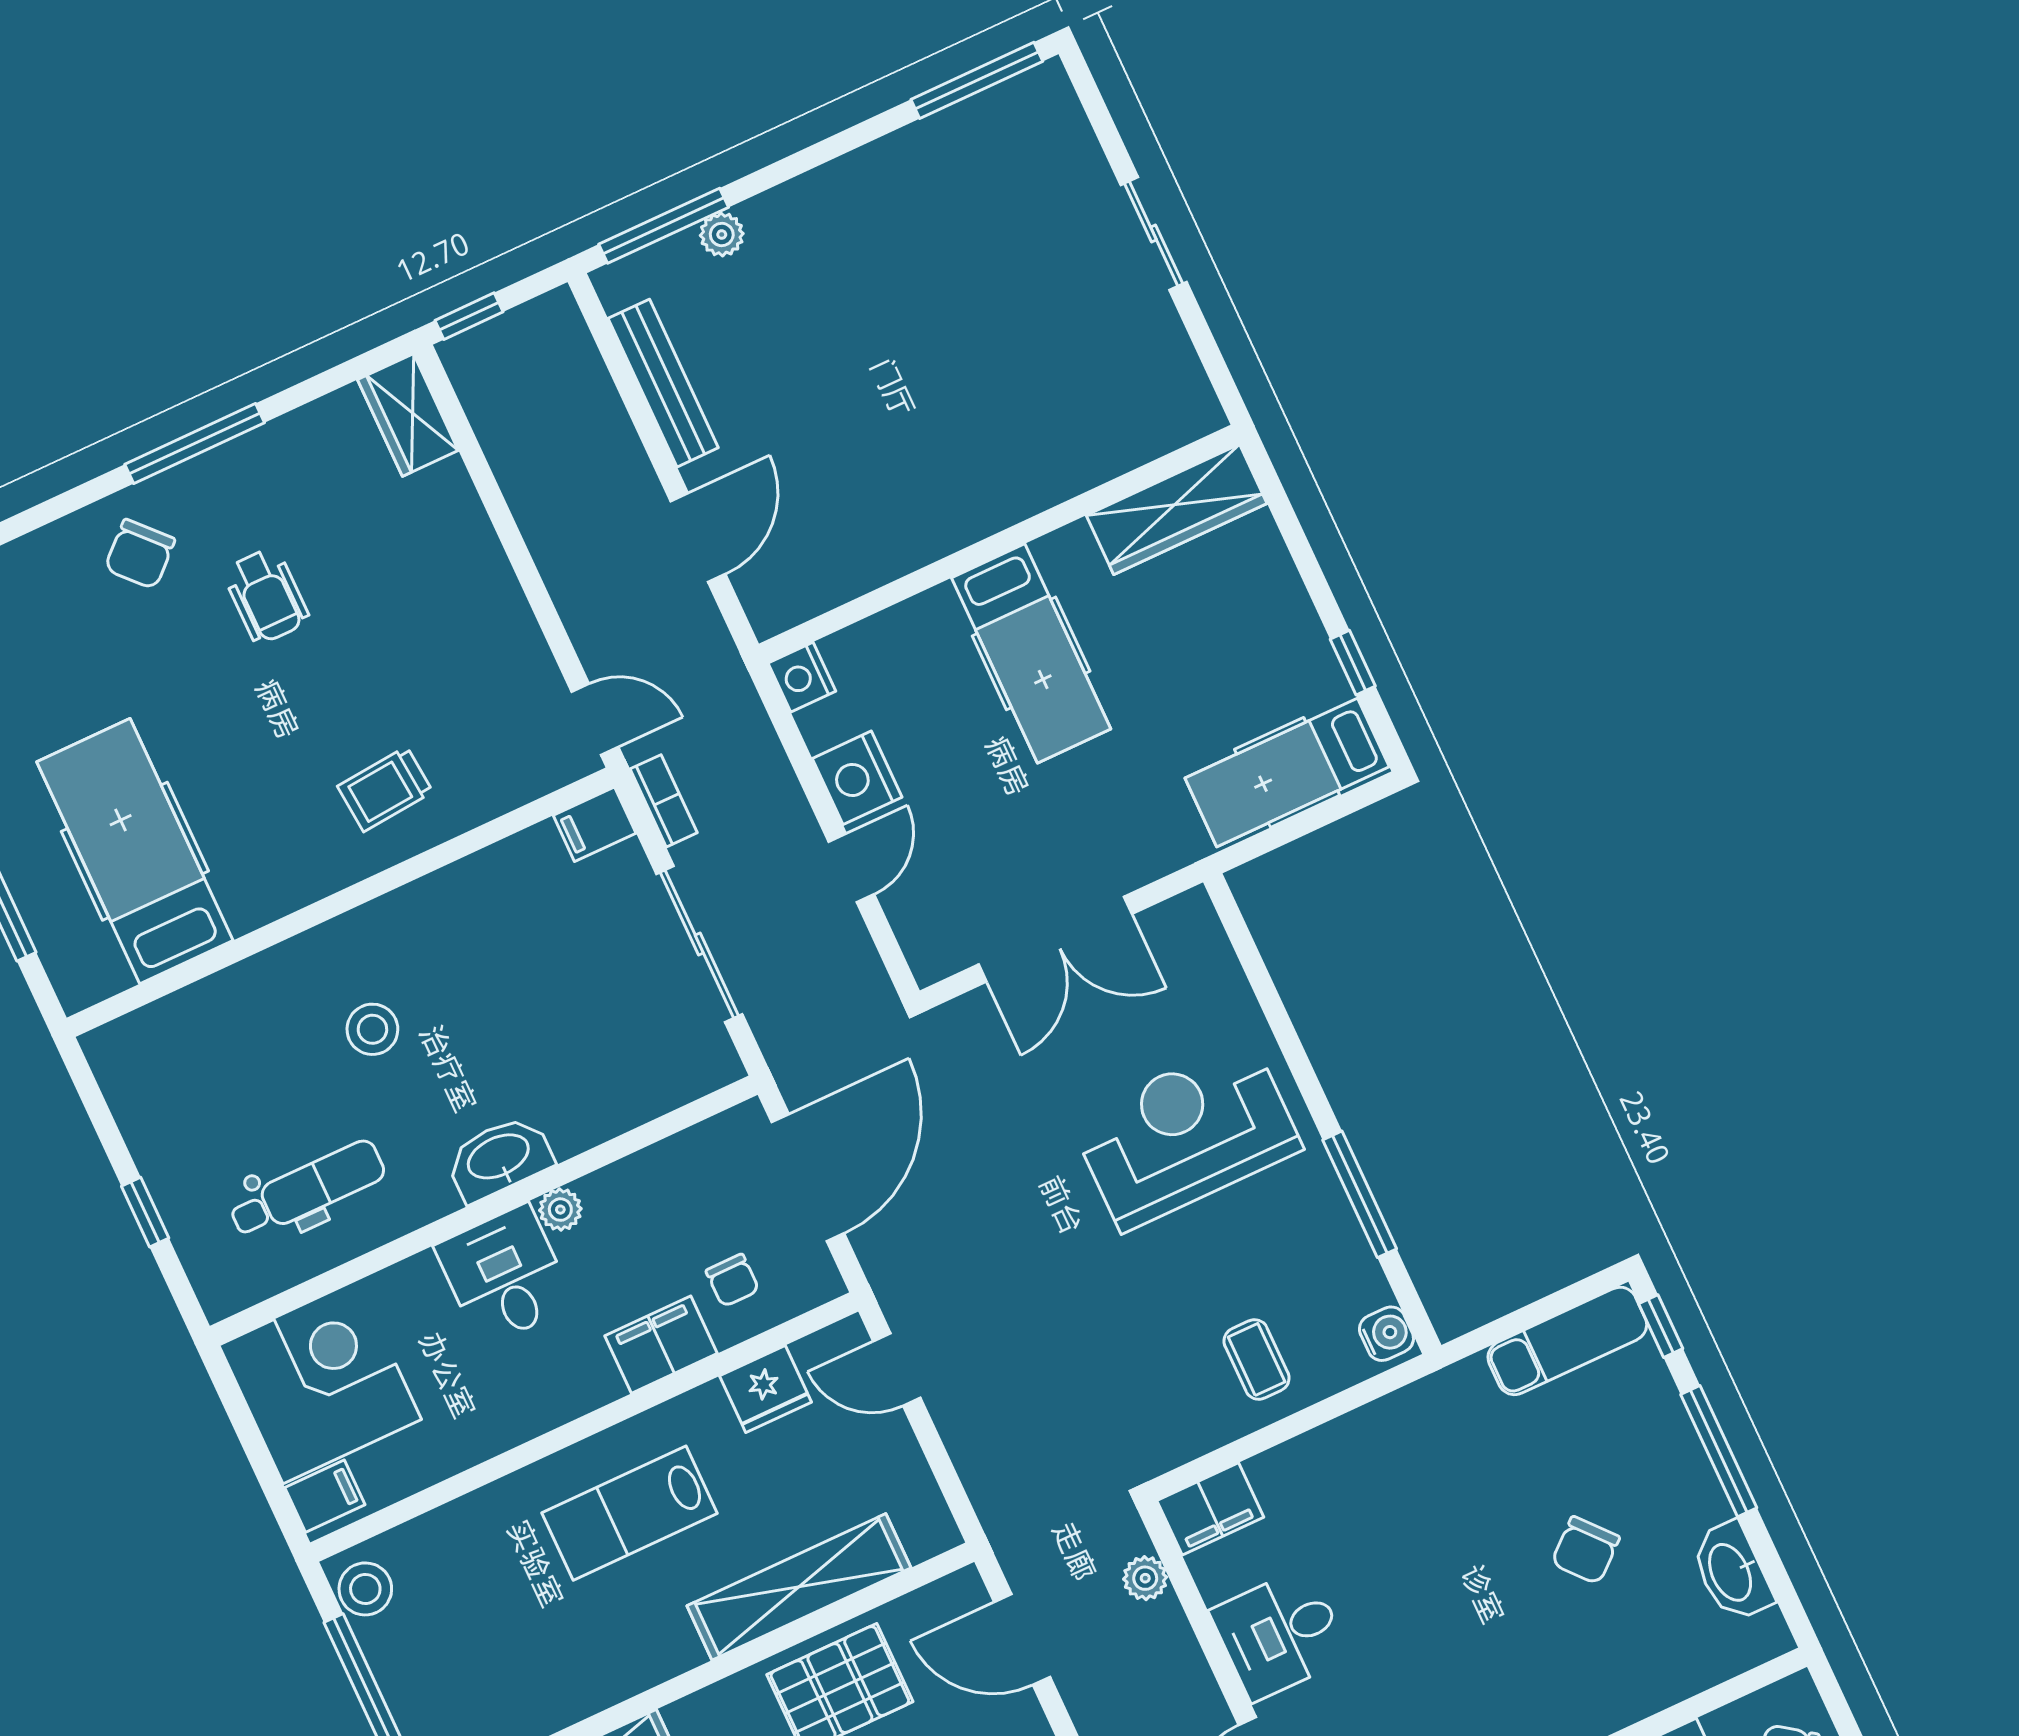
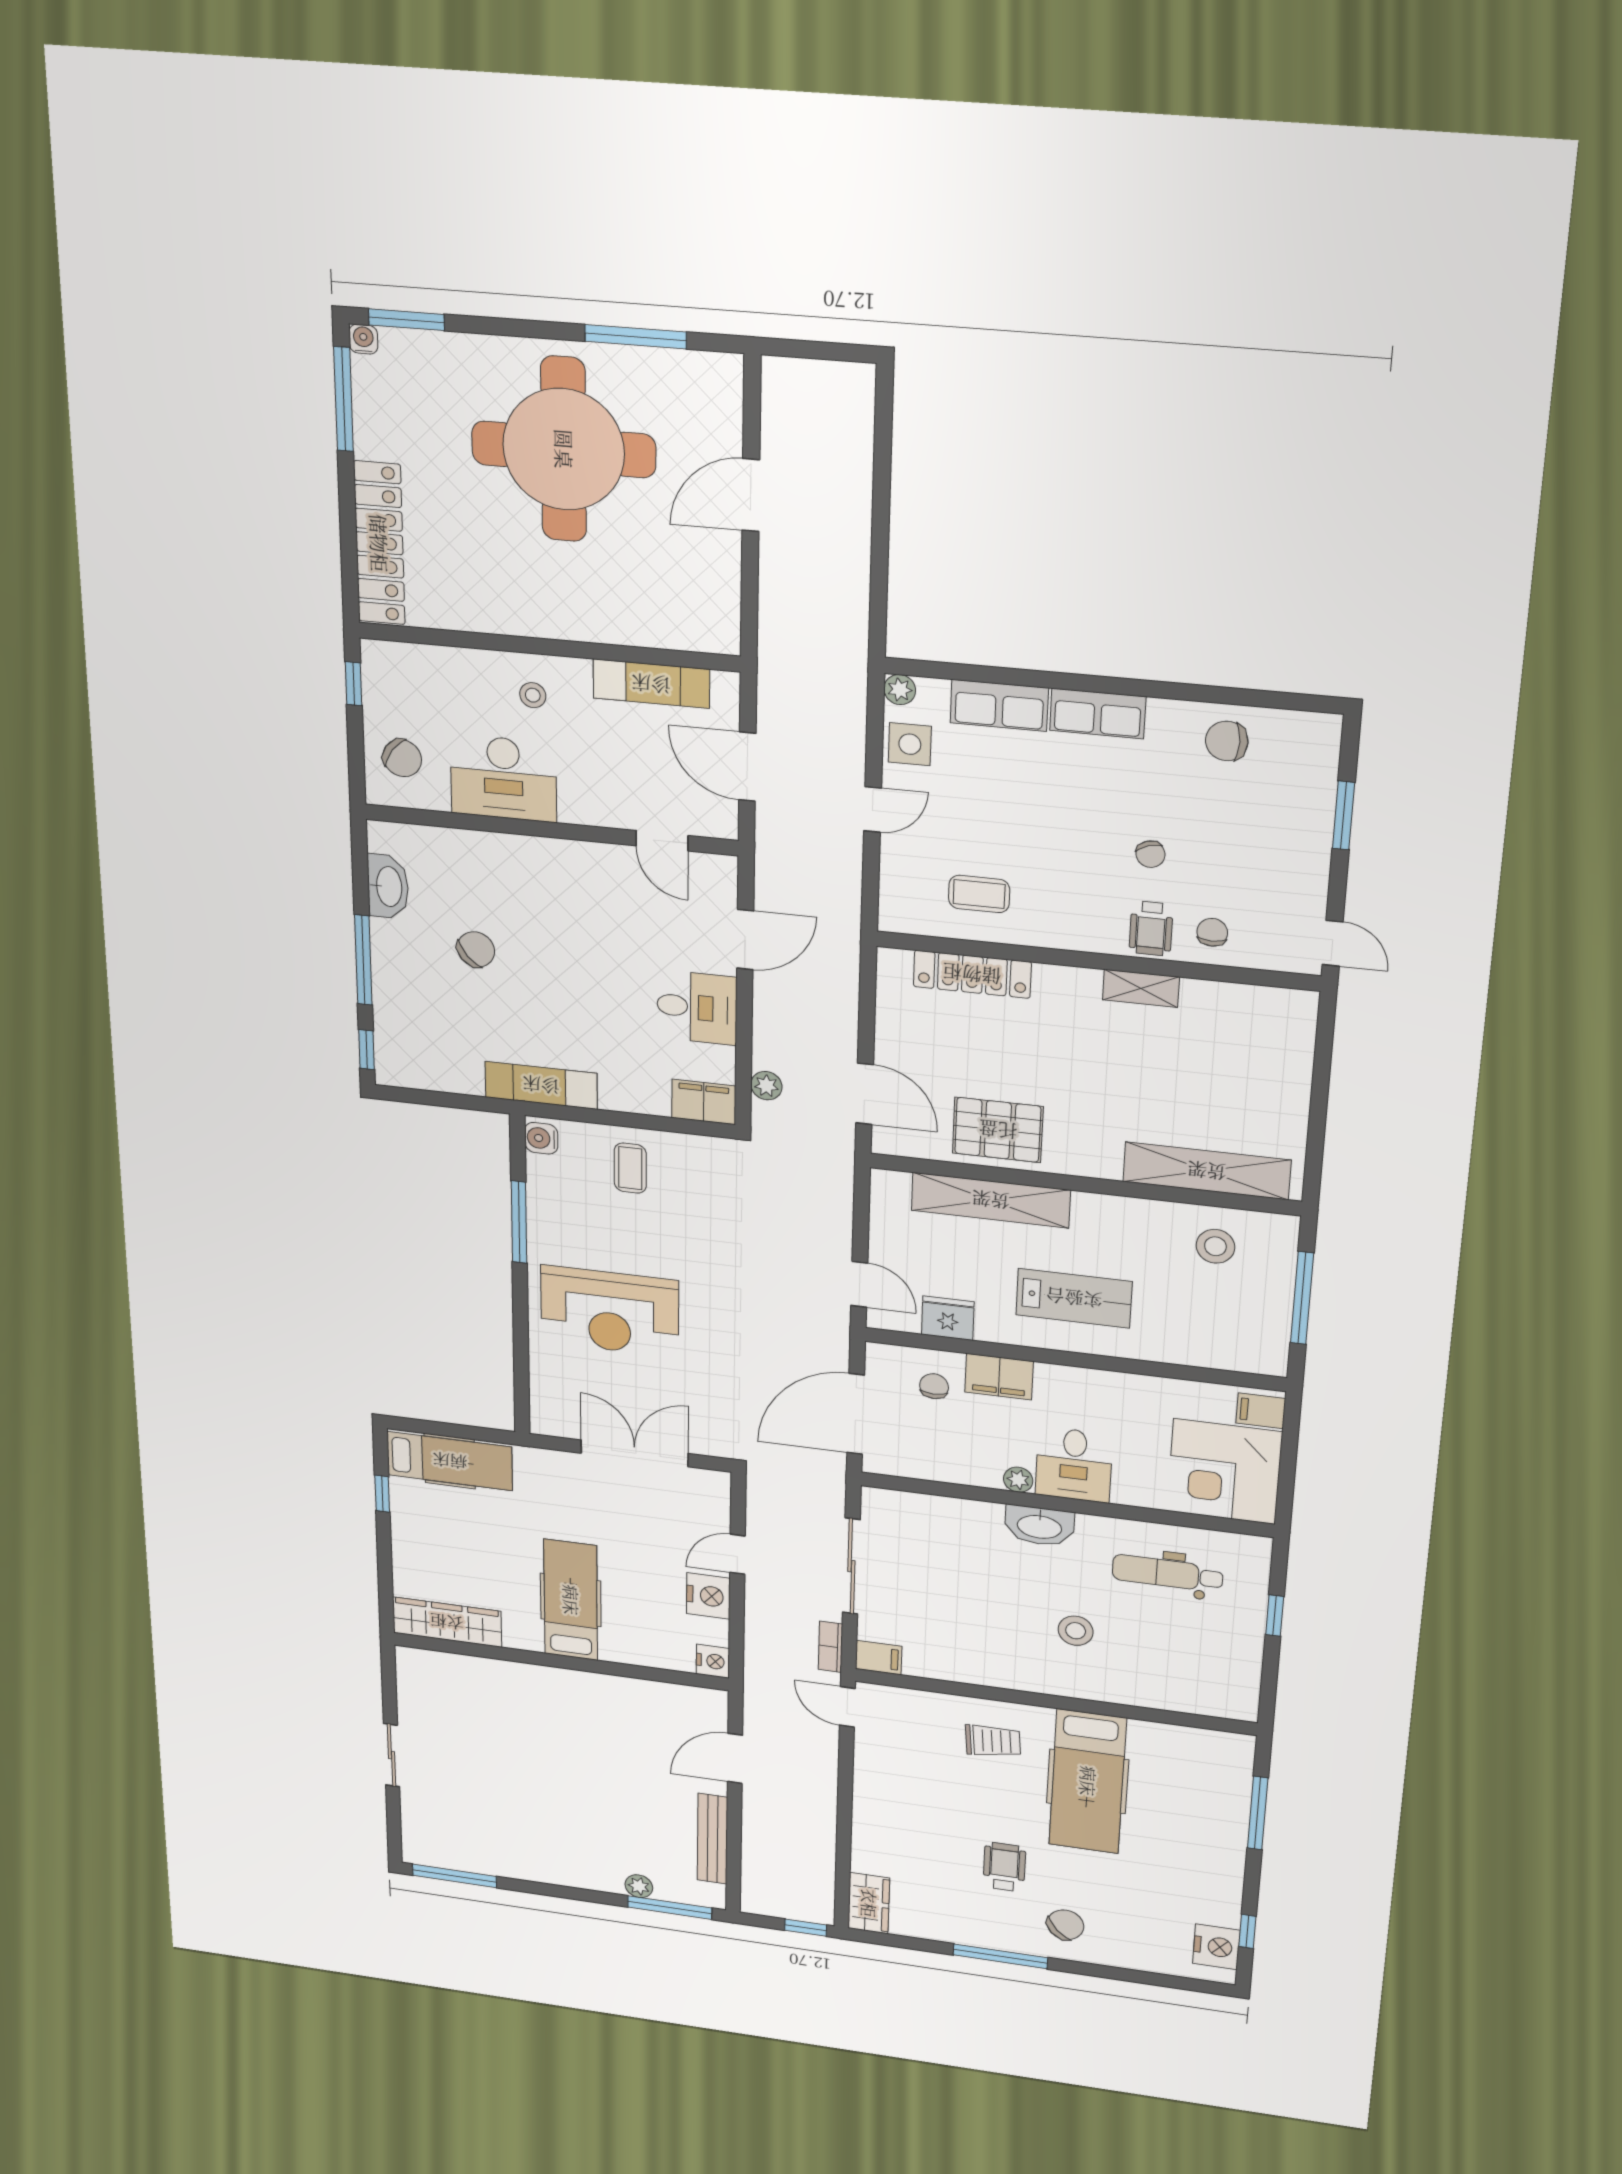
hospital bed: (135, 851) -> (1088, 1781), moved
exam couch: (1567, 1341) -> (541, 1085), moved
stool: (365, 1589) -> (1215, 1246), moved

